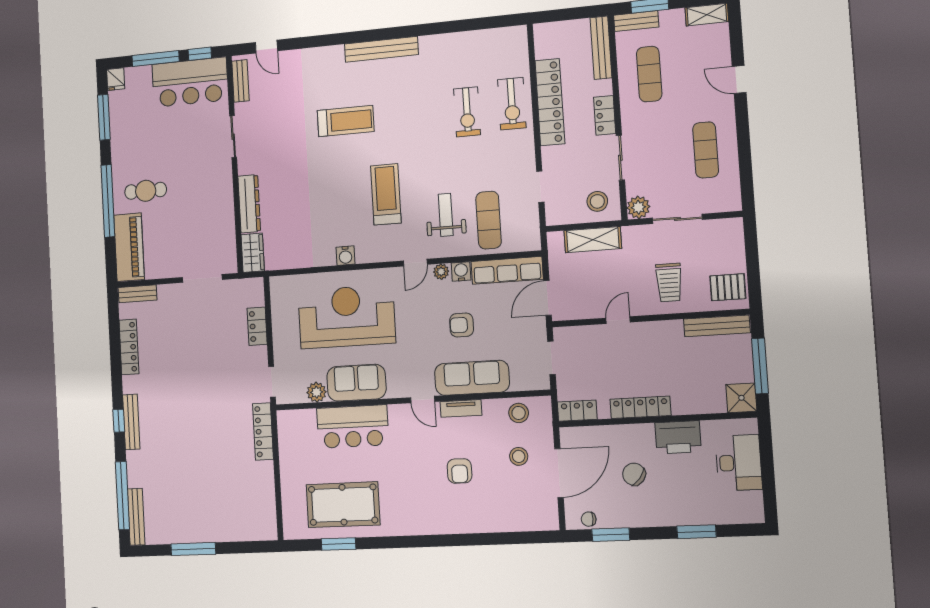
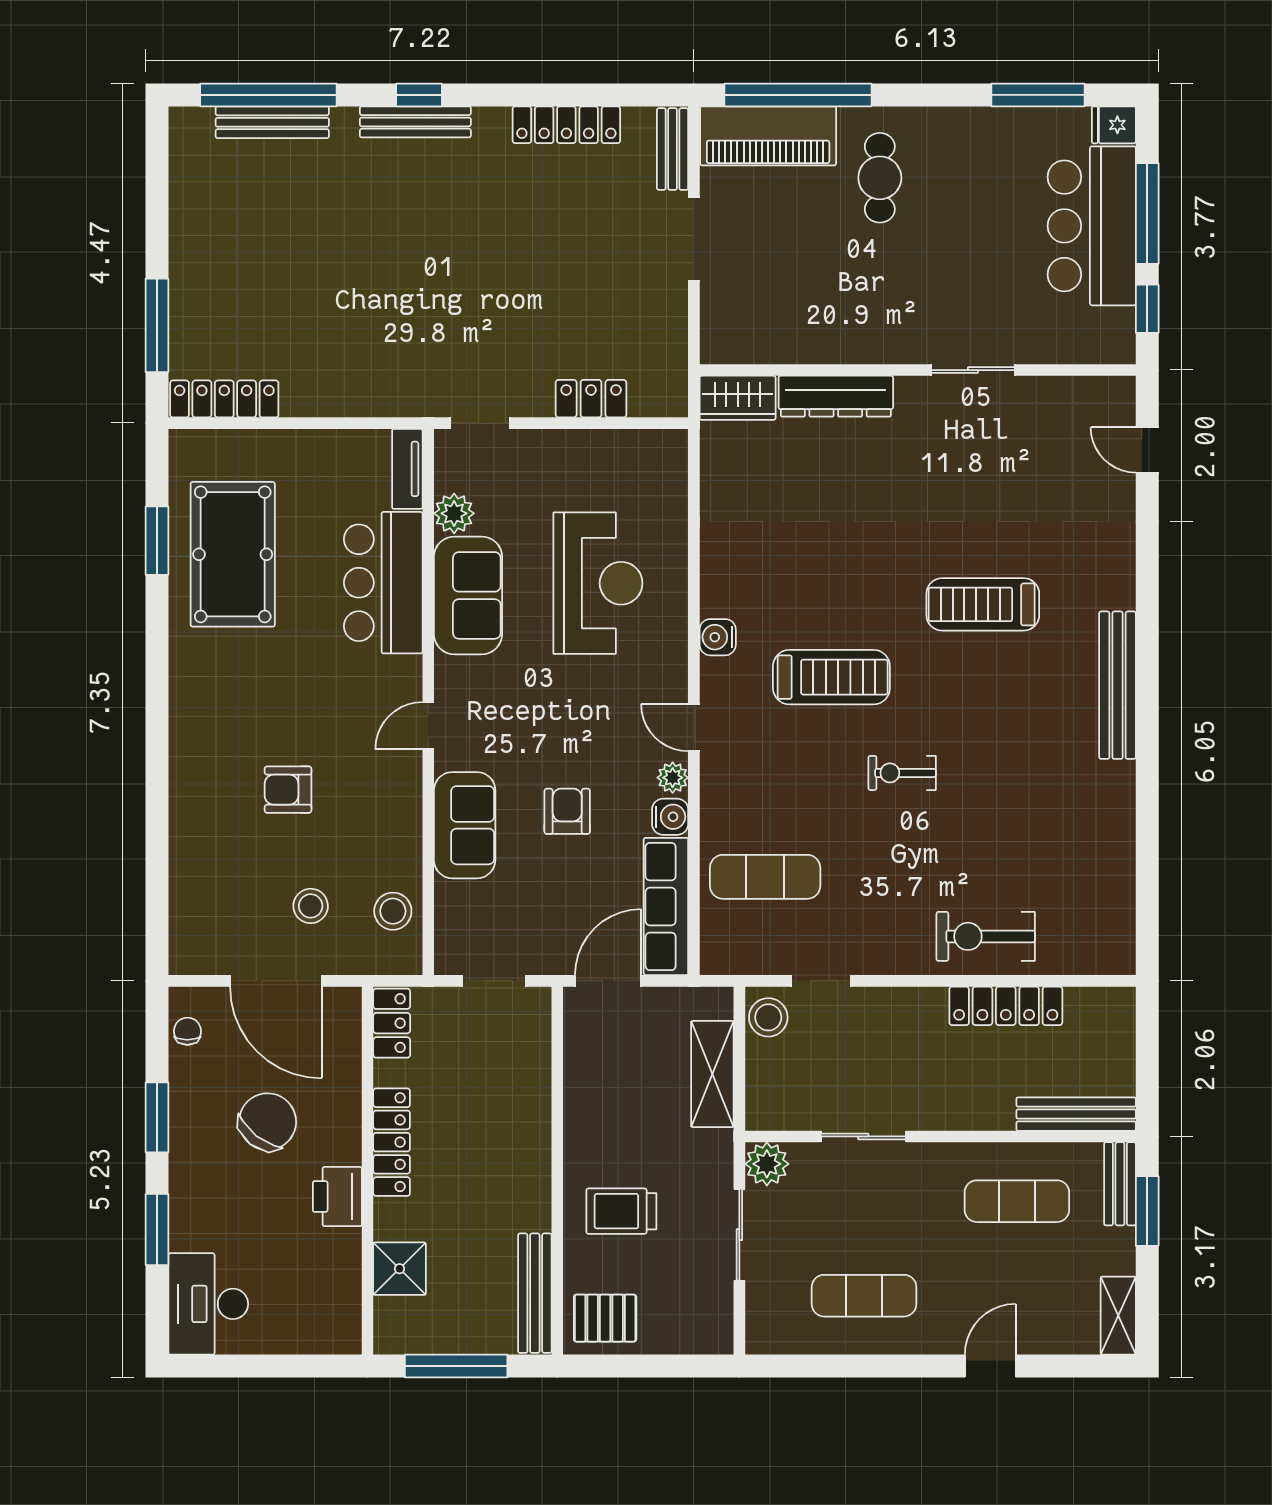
door: (266, 47) -> (1147, 450), hinge flipped
bench: (240, 81) -> (1084, 392), removed
bar counter: (190, 82) -> (1092, 226), moved
locker: (550, 102) -> (1006, 1006), width x0.71, depth x0.83
exercise bike: (467, 112) -> (902, 773), moved, width x0.73, depth x0.72
locker: (605, 115) -> (946, 1112), removed
treadmill: (346, 121) -> (983, 604), turned 90
window: (108, 201) -> (798, 95), moved
stool: (597, 201) -> (768, 1017), moved
weight bench: (446, 215) -> (782, 793), removed
water cooler: (345, 256) -> (718, 637), moved
doorway: (202, 278) -> (694, 239), moved
pallet: (728, 287) -> (605, 1318), turned 90
door: (548, 298) -> (608, 981), hinge flipped
reception desk: (347, 317) -> (598, 583), width x0.74, depth x0.77
door: (618, 320) -> (557, 1111), removed
sofa: (472, 378) -> (465, 825), width x0.73
shower: (741, 398) -> (400, 1269), moved
tv unit: (461, 408) -> (407, 469), moved
locker: (263, 431) -> (224, 399), moved
printer: (678, 437) -> (337, 1197), width x0.73, depth x0.84
desk: (739, 463) -> (208, 1304), moved, turned 90
chair: (634, 474) -> (268, 1122), width x1.37, depth x1.37
bench: (136, 517) -> (272, 122), moved
window: (611, 535) -> (157, 1117), moved
window: (193, 549) -> (157, 325), moved

